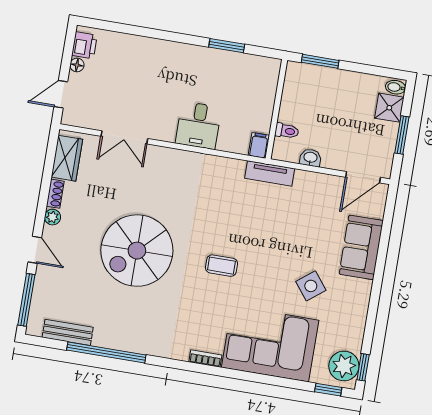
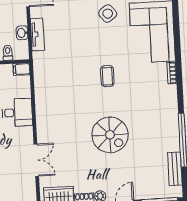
tv unit: (270, 173) -> (37, 34), moved
spiral stairs: (137, 251) -> (110, 135), width x0.73, depth x0.73

